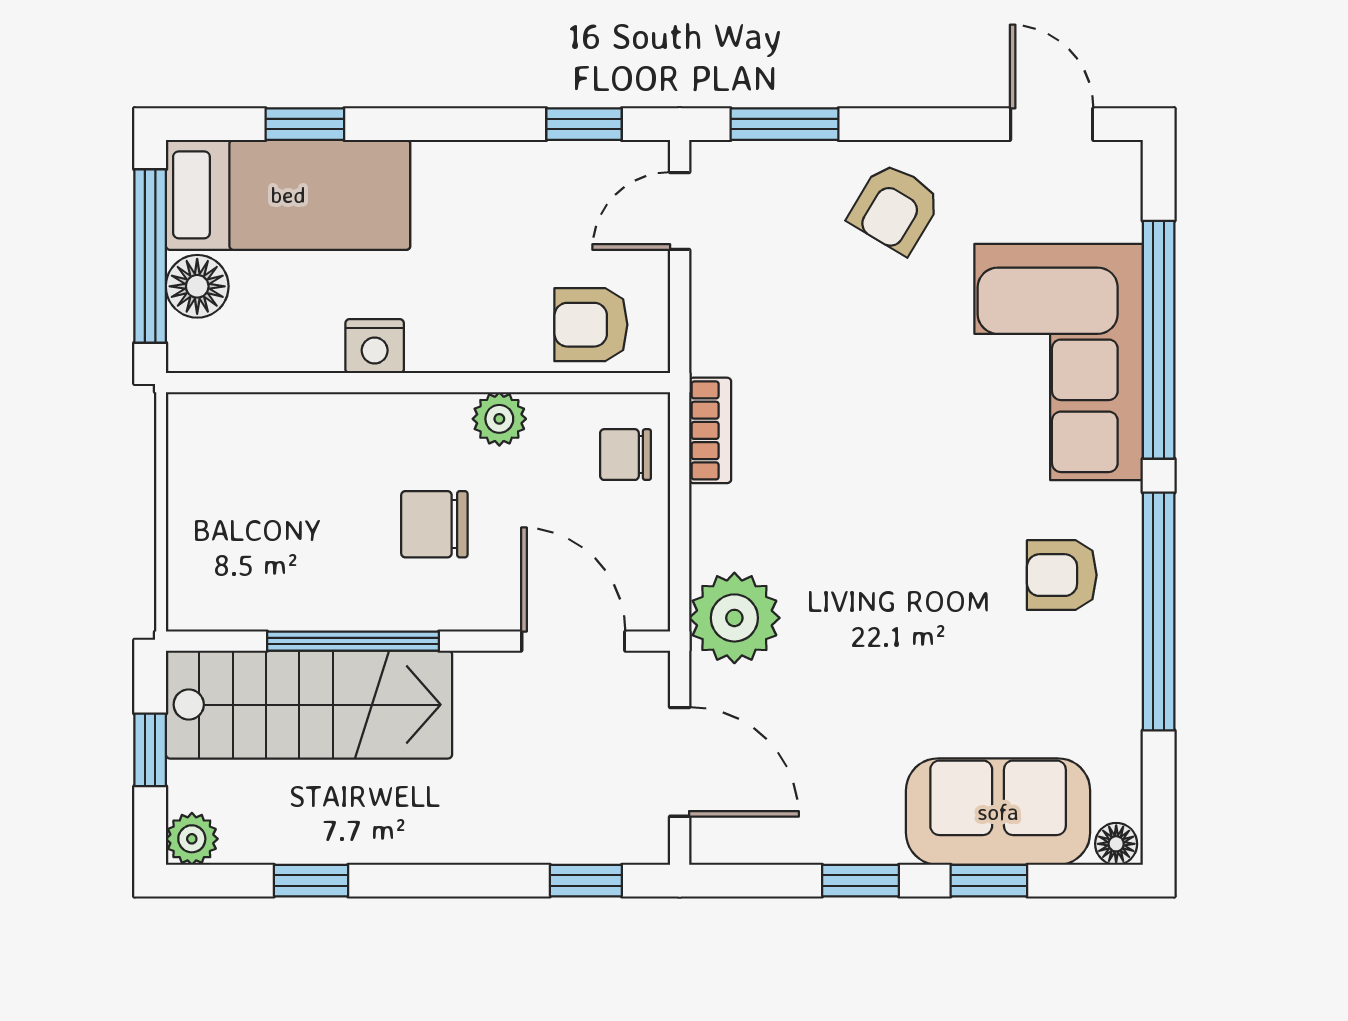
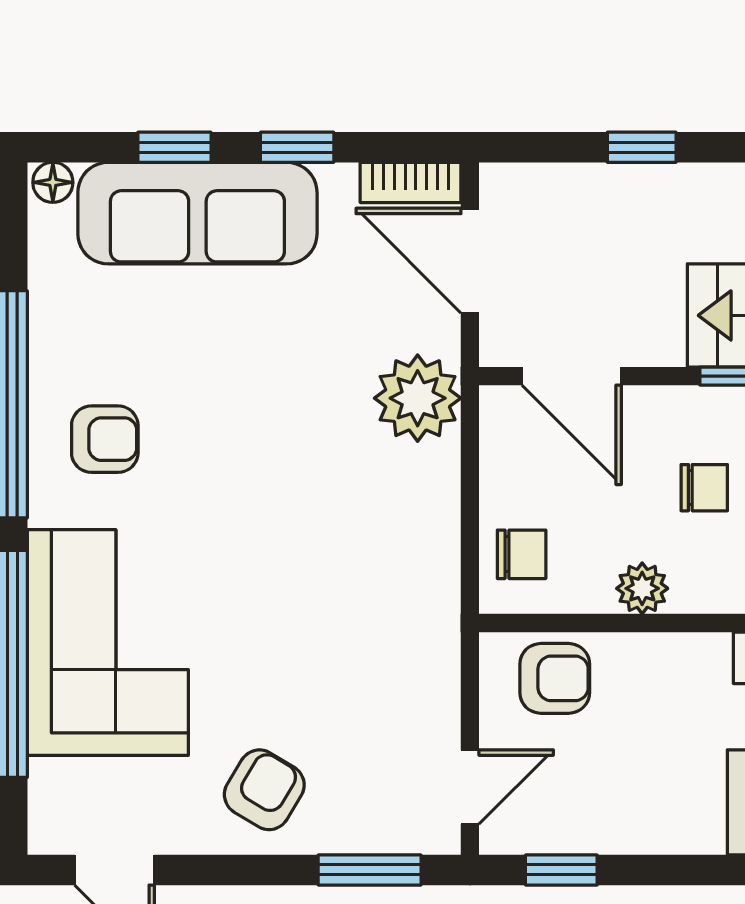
bookcase: (710, 430) -> (411, 182), moved, turned -90
chair: (434, 524) -> (704, 488), width x0.73, depth x0.73
sofa: (998, 812) -> (197, 213), width x1.36
window: (586, 881) -> (642, 147), moved

